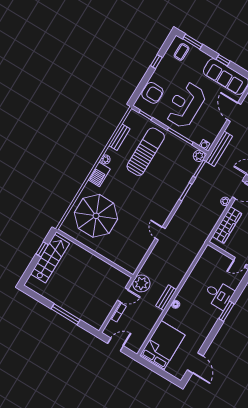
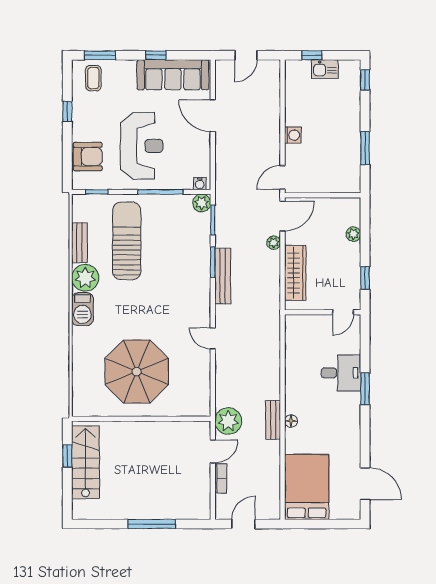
reception desk: (185, 105) -> (142, 146), turned 180
bench: (219, 149) -> (223, 276), moved
plant: (105, 159) -> (85, 278), width x1.88, depth x1.88
parasol: (96, 216) -> (137, 372), moved

